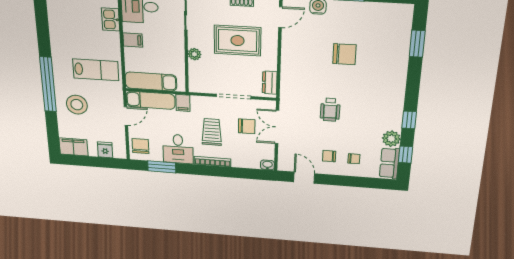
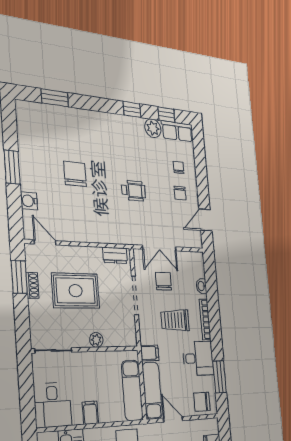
rug: (238, 41) -> (76, 291), turned 90
washbasin: (267, 165) -> (201, 286), moved

